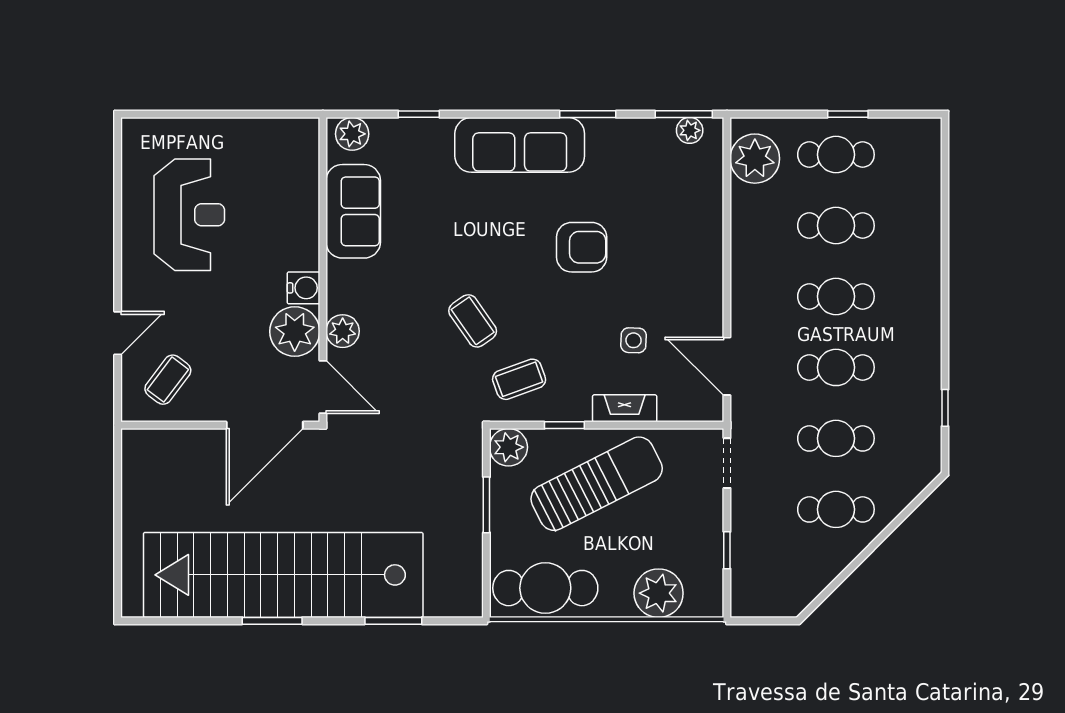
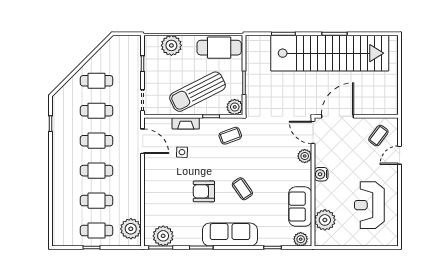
plant: (690, 130) -> (163, 236), width x1.87, depth x1.87
coffee table: (473, 321) -> (242, 189), moved
plant: (295, 331) -> (325, 220), moved

